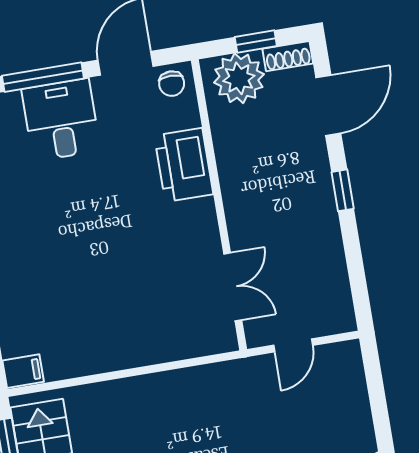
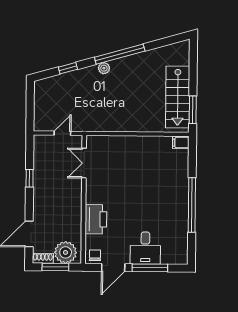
window: (256, 41) -> (55, 267), width x1.50
window: (343, 190) -> (30, 178), moved

